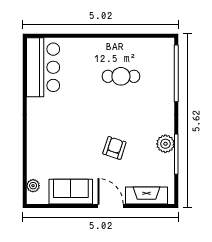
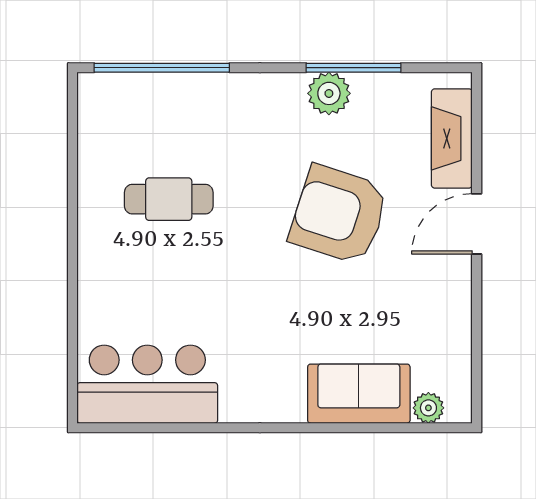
cafe table: (121, 76) -> (169, 199), turned 90
armchair: (114, 148) -> (339, 215), width x1.88, depth x1.88
sofa: (71, 192) -> (359, 394), moved, turned 90

